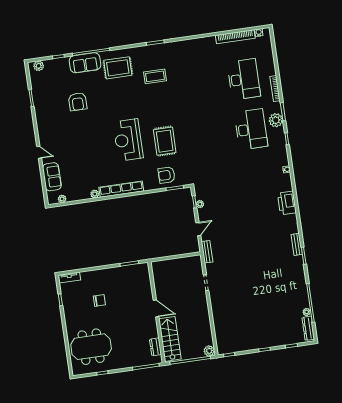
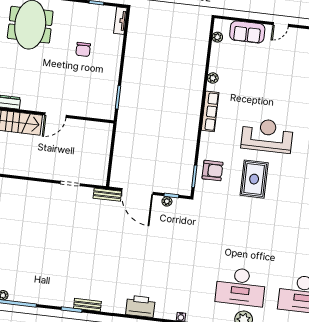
rug: (165, 141) -> (254, 179), turned 90
armchair: (167, 175) -> (213, 171), turned 90
row of seats: (121, 189) -> (210, 111), width x0.73
door: (198, 229) -> (137, 191), width x1.87

